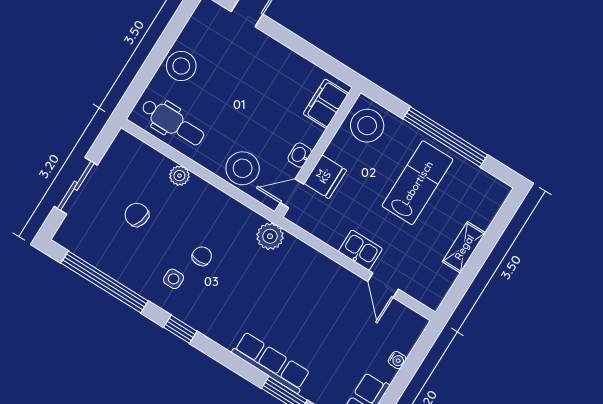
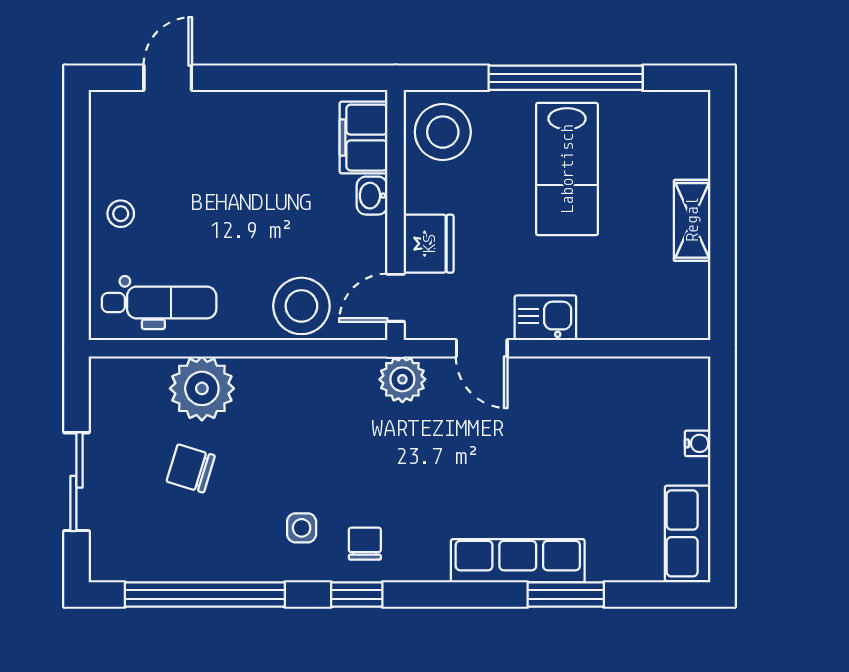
stool: (181, 66) -> (121, 214), width x0.53, depth x0.53
washbasin: (300, 155) -> (372, 196), moved
plant: (179, 176) -> (202, 388), width x1.87, depth x1.87
lab bench: (417, 183) -> (567, 169), turned 180
chair: (202, 256) -> (365, 544), moved
door: (383, 285) -> (482, 348), moved

